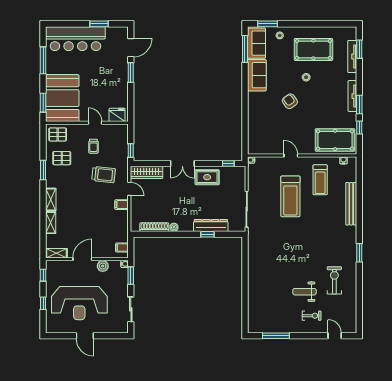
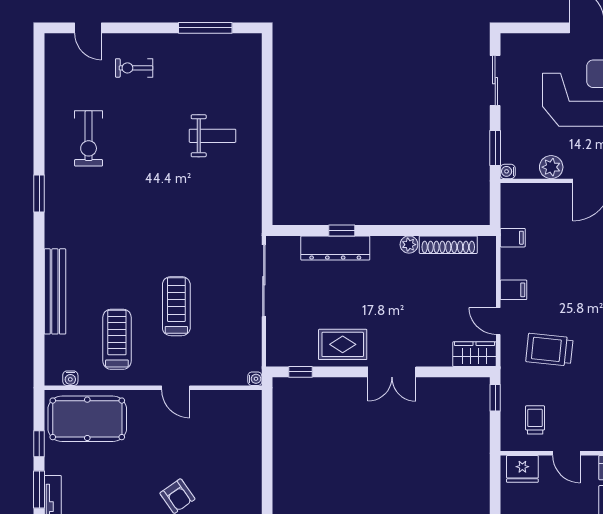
trolley: (93, 146) -> (535, 420), moved
double door: (182, 163) -> (392, 372), swing flipped
wardrobe: (146, 172) -> (475, 354), width x0.67
treadmill: (290, 196) -> (176, 306), width x0.73, depth x0.73
filing cabinet: (122, 248) -> (513, 238), moved
weight bench: (304, 292) -> (213, 136), moved

